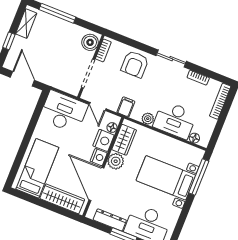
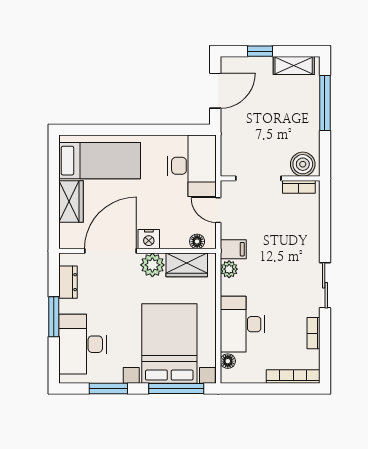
armchair: (135, 64) -> (297, 238), removed
door: (98, 106) -> (218, 210), hinge flipped
plant: (148, 119) -> (229, 269), moved
nightstand: (103, 140) -> (175, 237), removed
bed with nightstands: (166, 178) -> (169, 344), width x1.36
wardrobe: (62, 199) -> (71, 201), width x0.67
window: (182, 219) -> (108, 389), added
dresser: (110, 220) -> (68, 282), width x0.70

